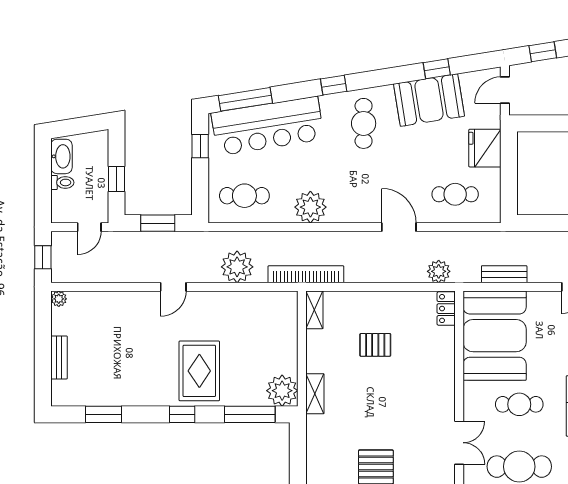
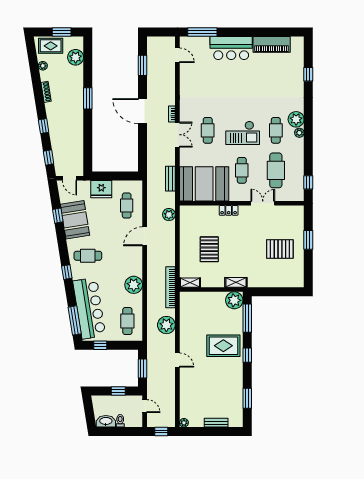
locker: (446, 309) -> (229, 210), moved
pallet: (375, 345) -> (209, 249), width x1.50, depth x1.42

